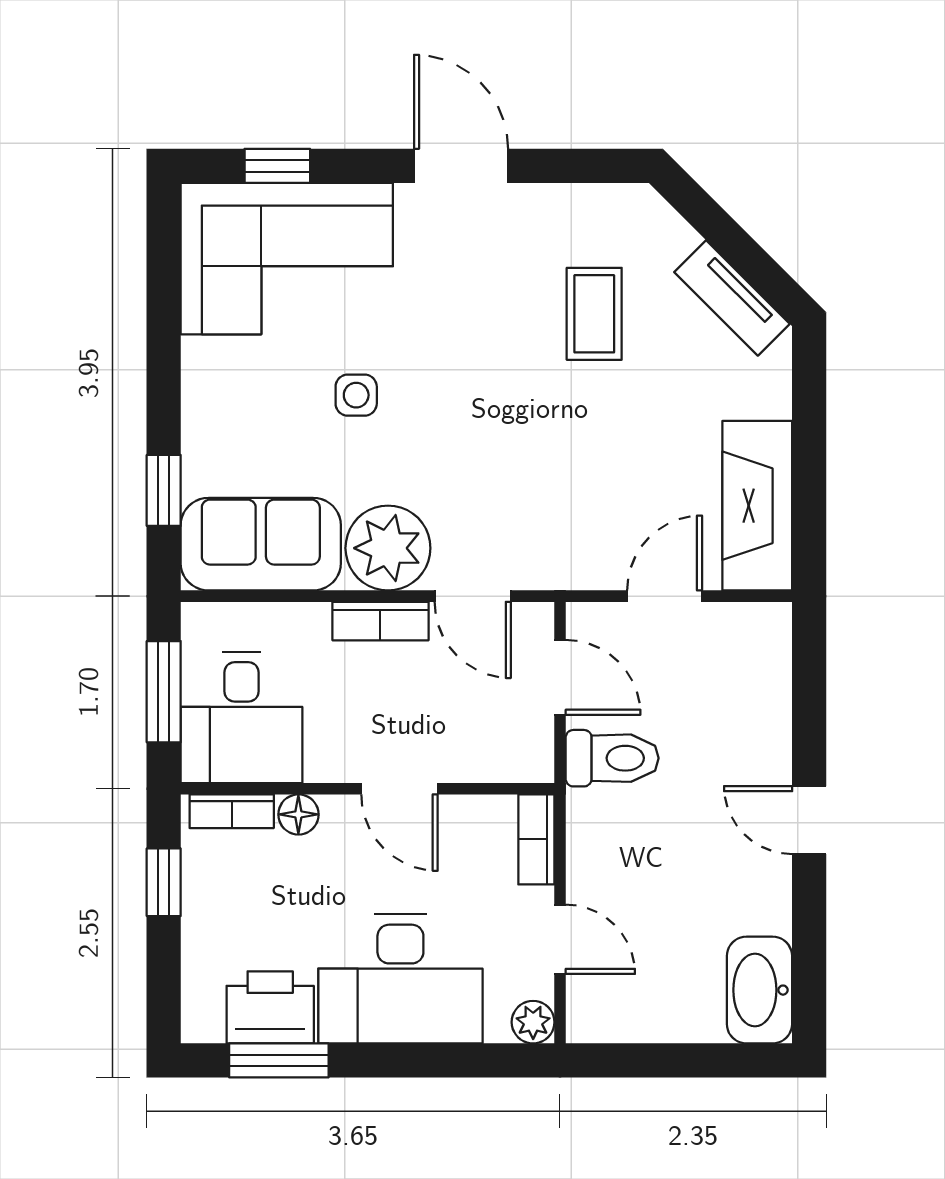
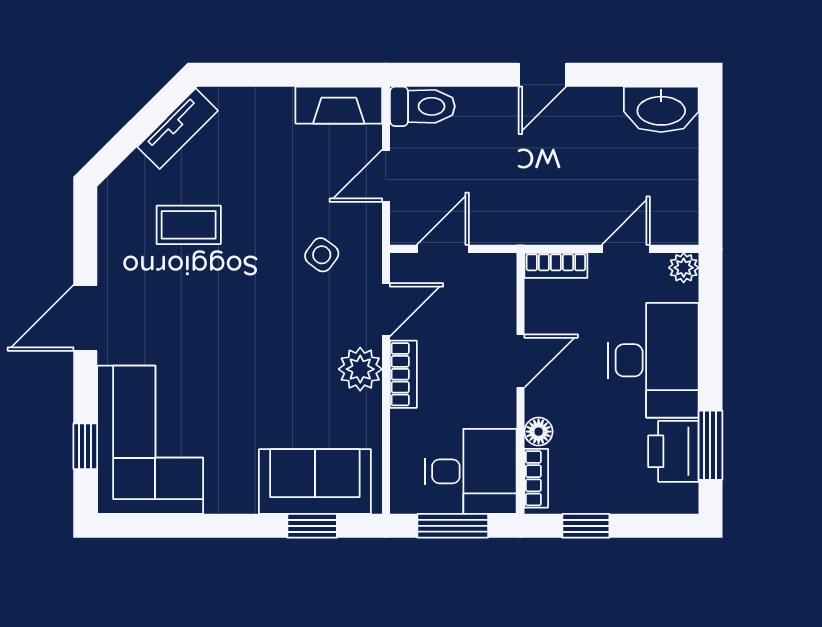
side table: (356, 395) -> (322, 255), moved, turned 37
fireplace: (757, 506) -> (339, 105), width x0.73, depth x0.76
sofa: (261, 544) -> (315, 482), moved, turned 90
plant: (388, 548) -> (360, 369), width x0.73, depth x0.73
door: (665, 596) -> (386, 176), hinge flipped
toilet: (612, 758) -> (422, 106), moved, turned 90

